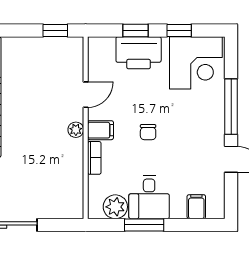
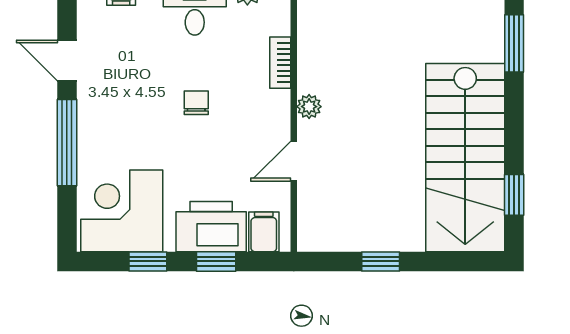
window: (55, 30) -> (381, 261), moved
filing cabinet: (100, 130) -> (264, 232), moved, turned 90

